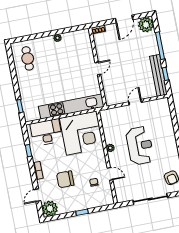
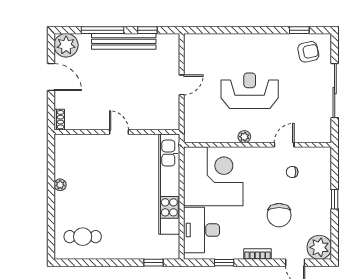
bench: (158, 75) -> (124, 41), moved
door: (135, 102) -> (182, 85), swing flipped

